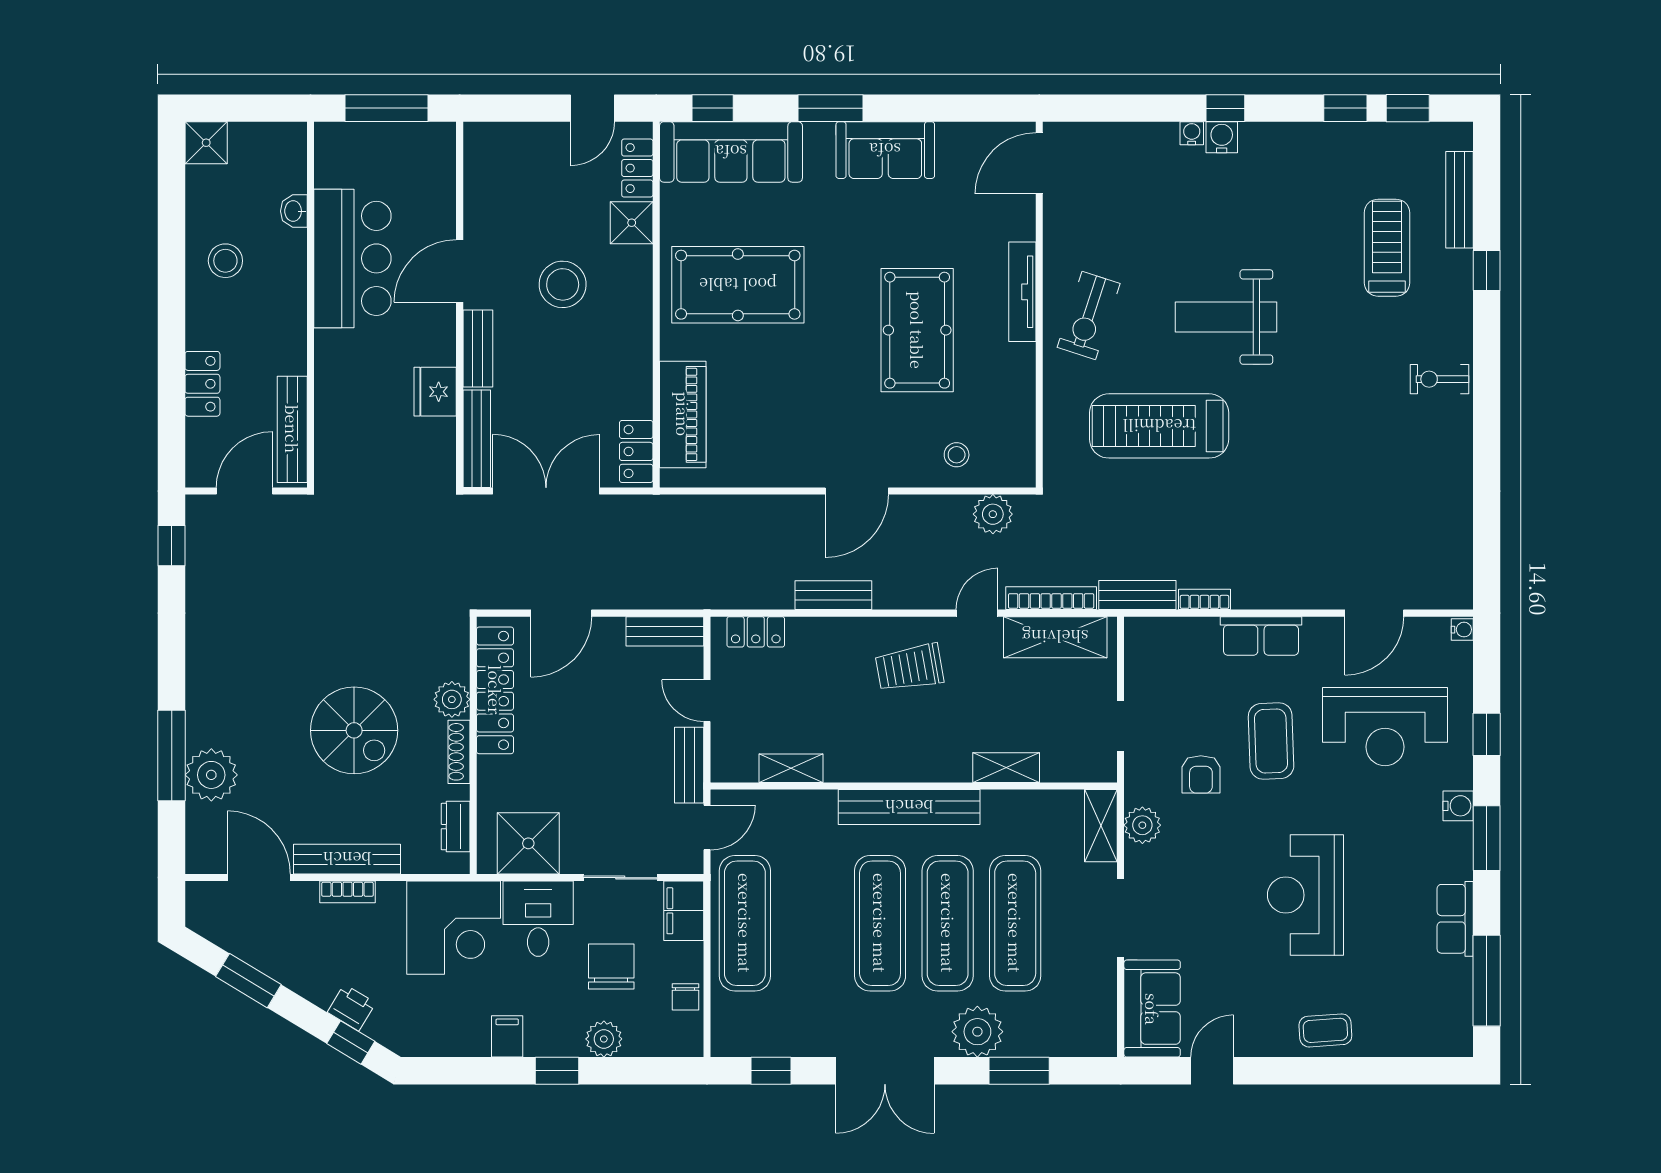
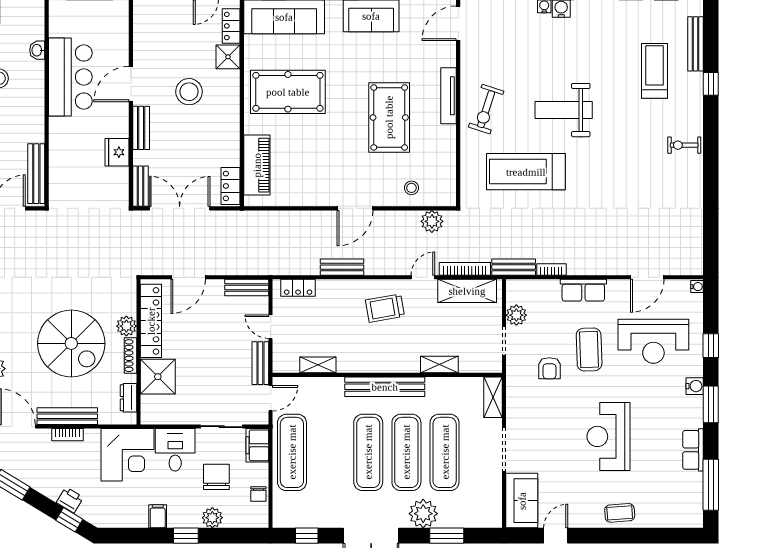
bench: (477, 439) -> (141, 186), width x0.73
spiral stairs: (354, 730) -> (71, 343), width x1.37, depth x1.37
plant: (1142, 825) -> (516, 315), moved
shower: (528, 843) -> (158, 377), moved

